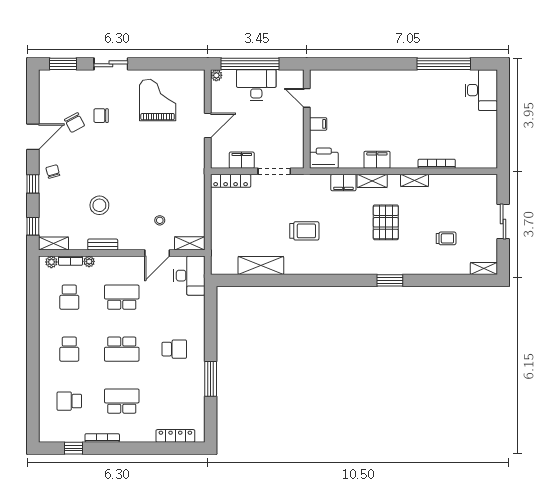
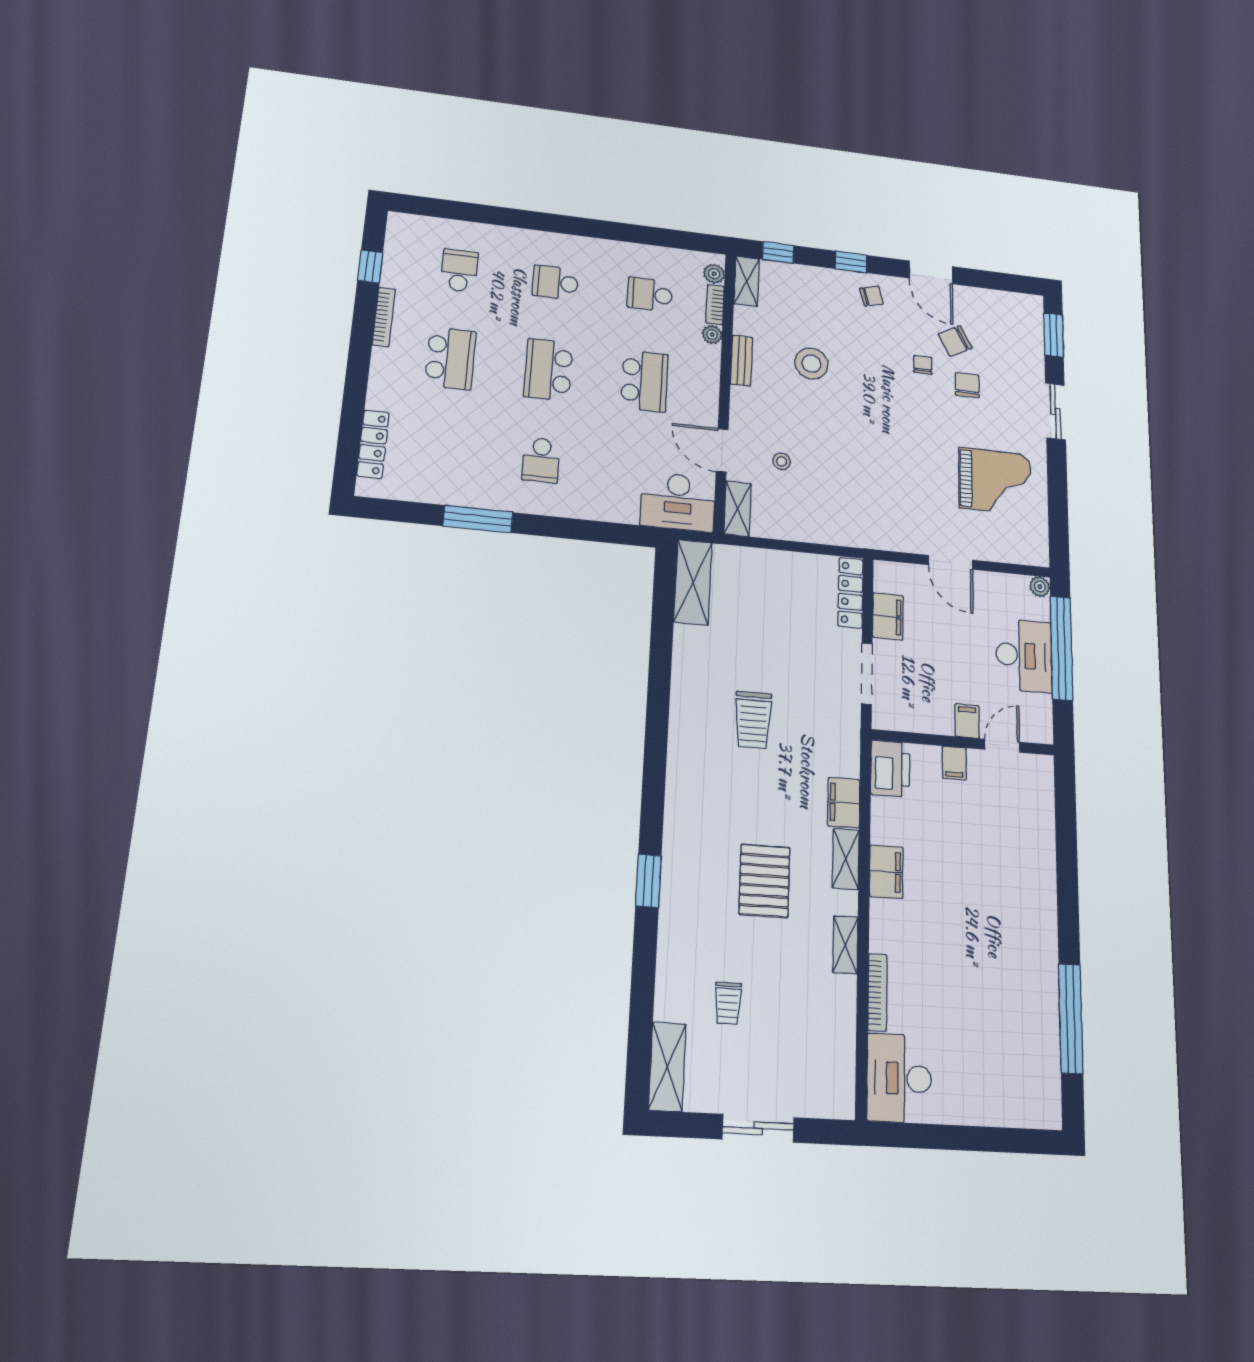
desk: (481, 90) -> (899, 1078), moved, turned 90
filing cabinet: (295, 117) -> (967, 721), added
chair: (92, 141) -> (923, 365), added
pallet: (386, 222) -> (764, 881), turned 90
shelving: (261, 265) -> (693, 582), moved
shelving: (484, 269) -> (667, 1067), width x1.50, depth x1.33

